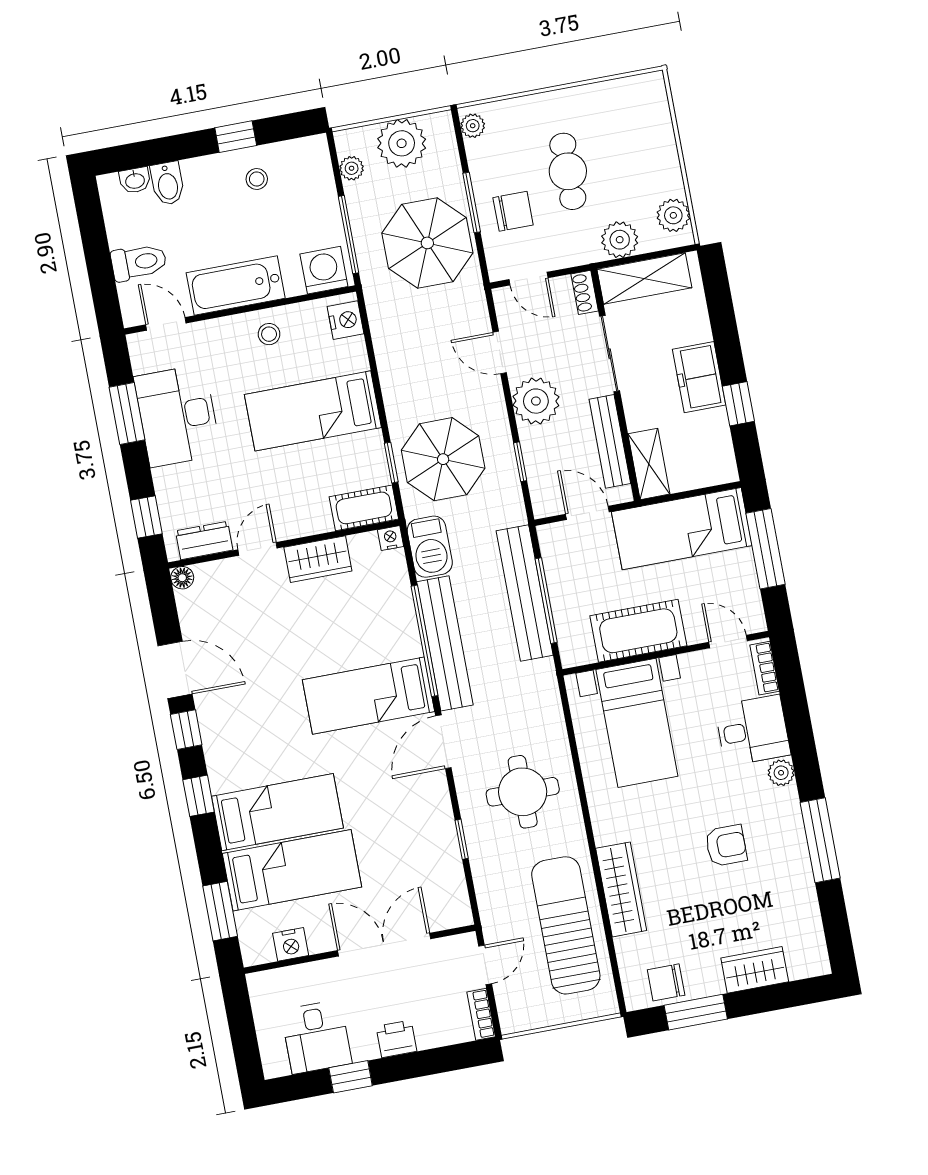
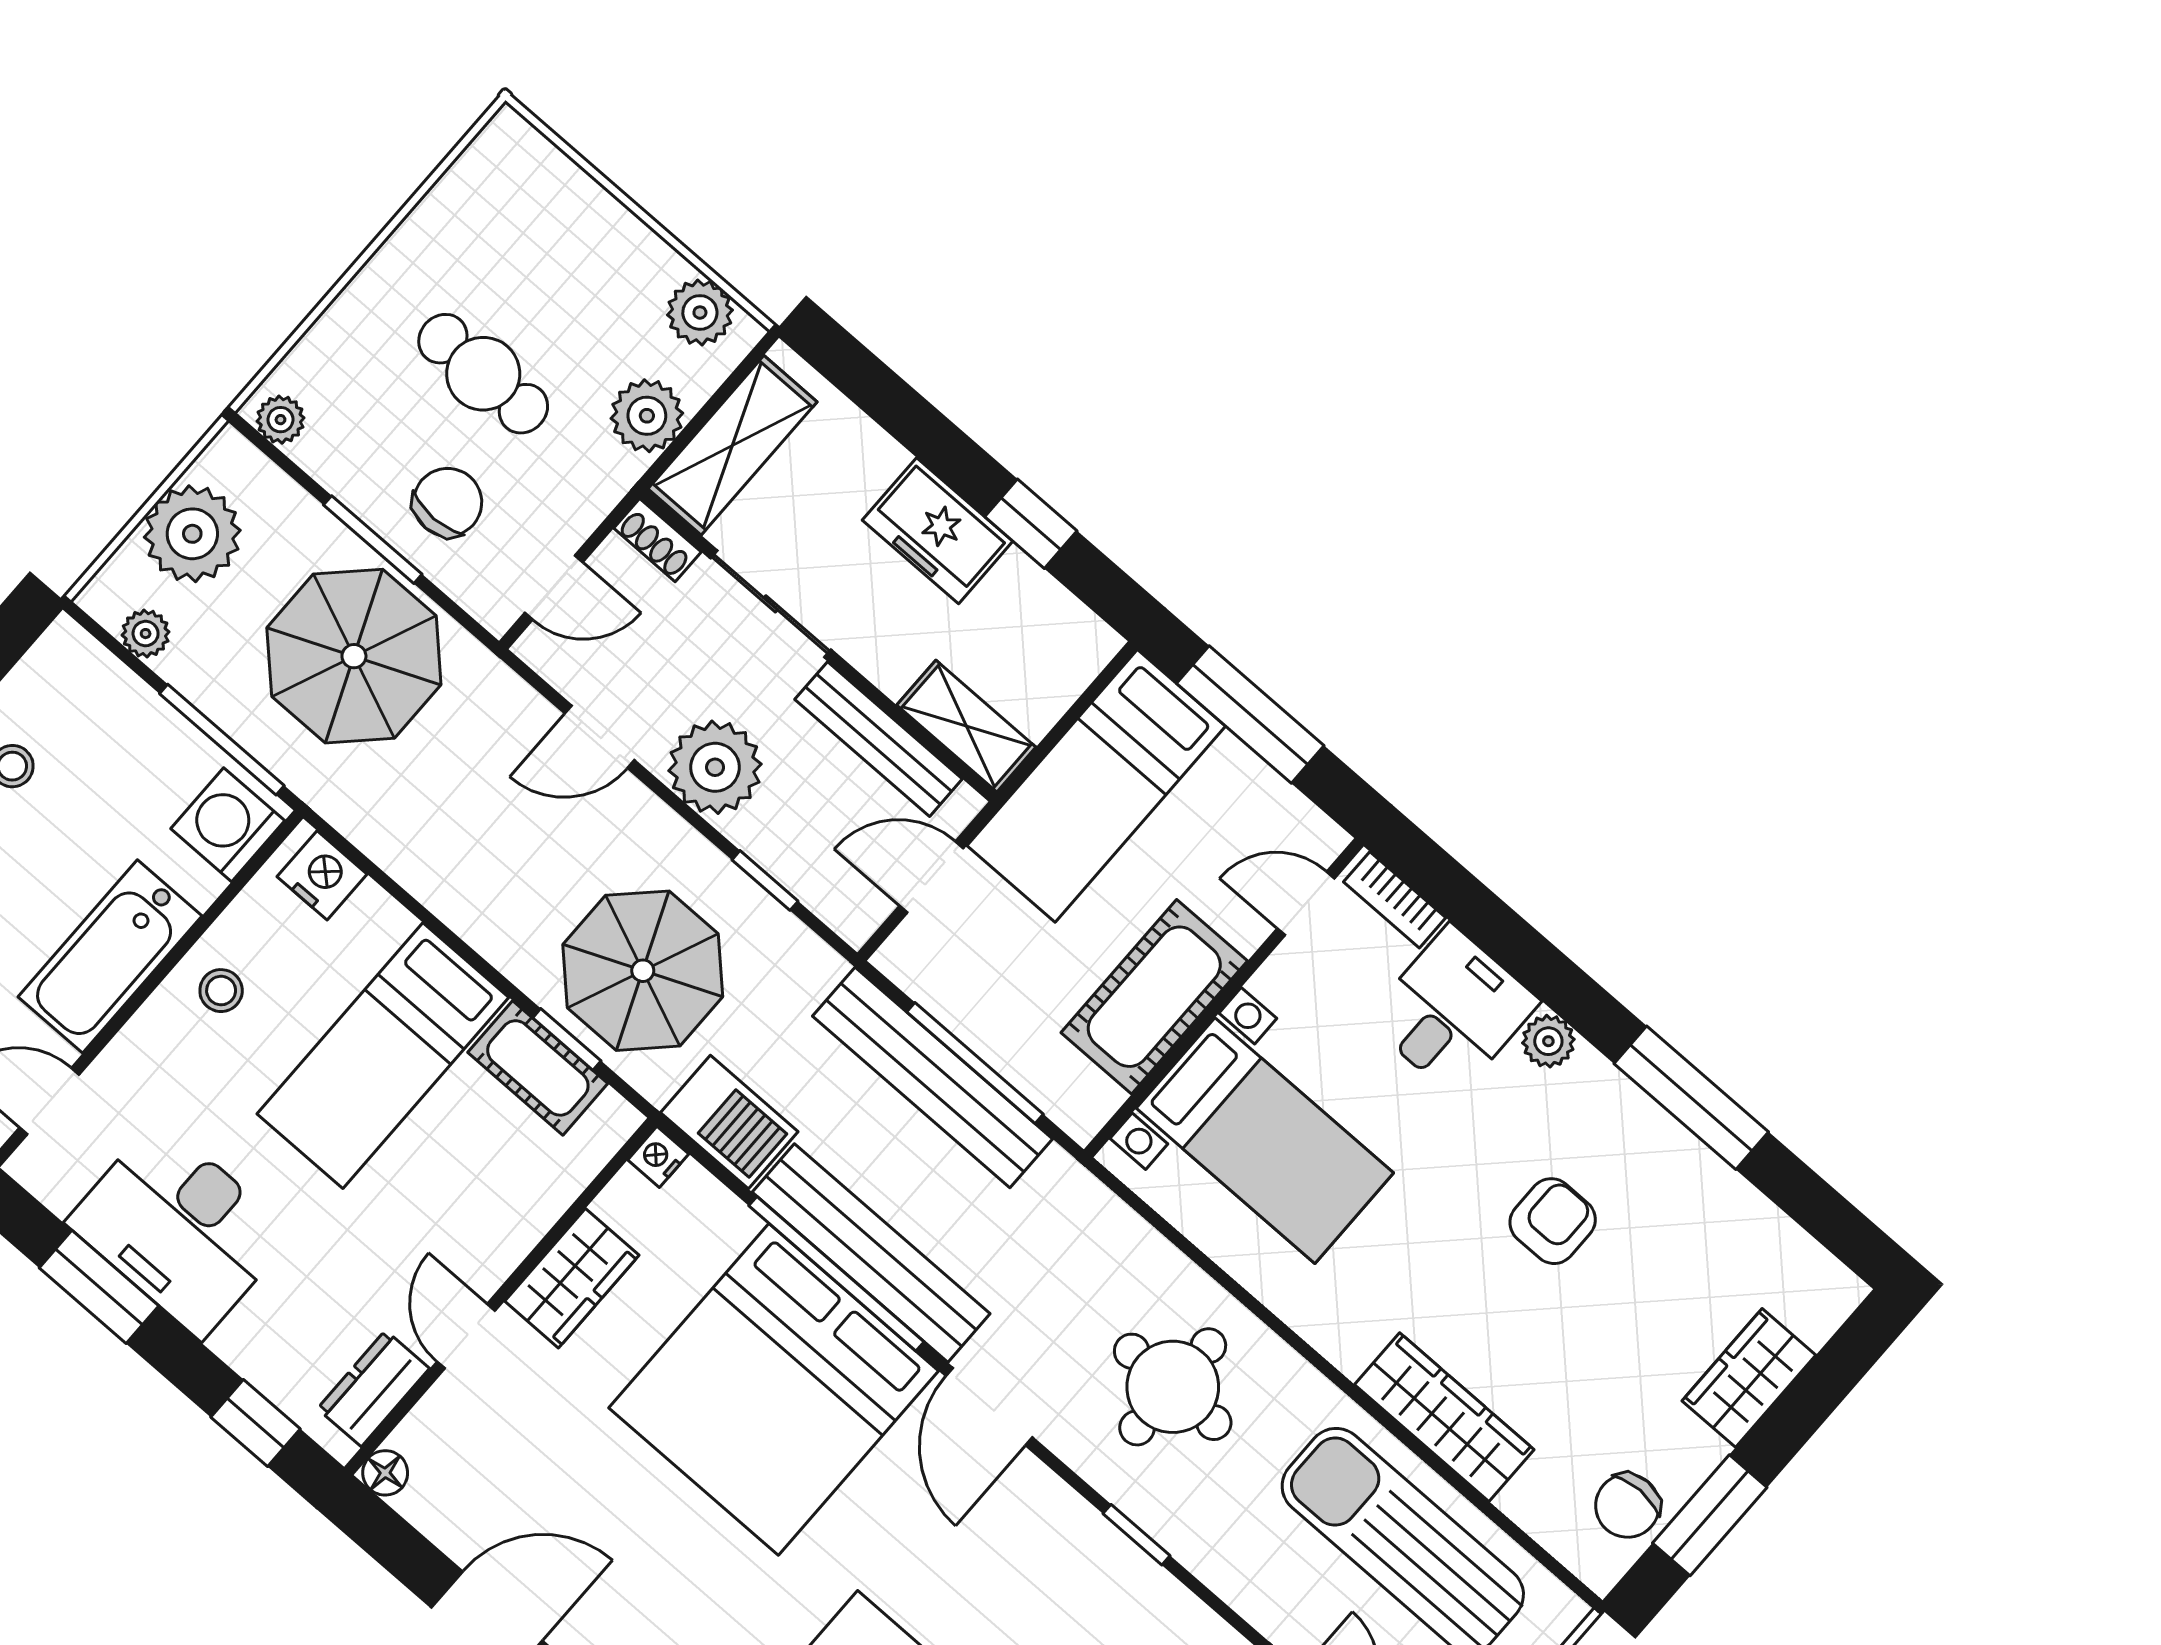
cot: (364, 508) -> (538, 1068), moved, turned 90
bed: (368, 696) -> (774, 1389), width x2.04

